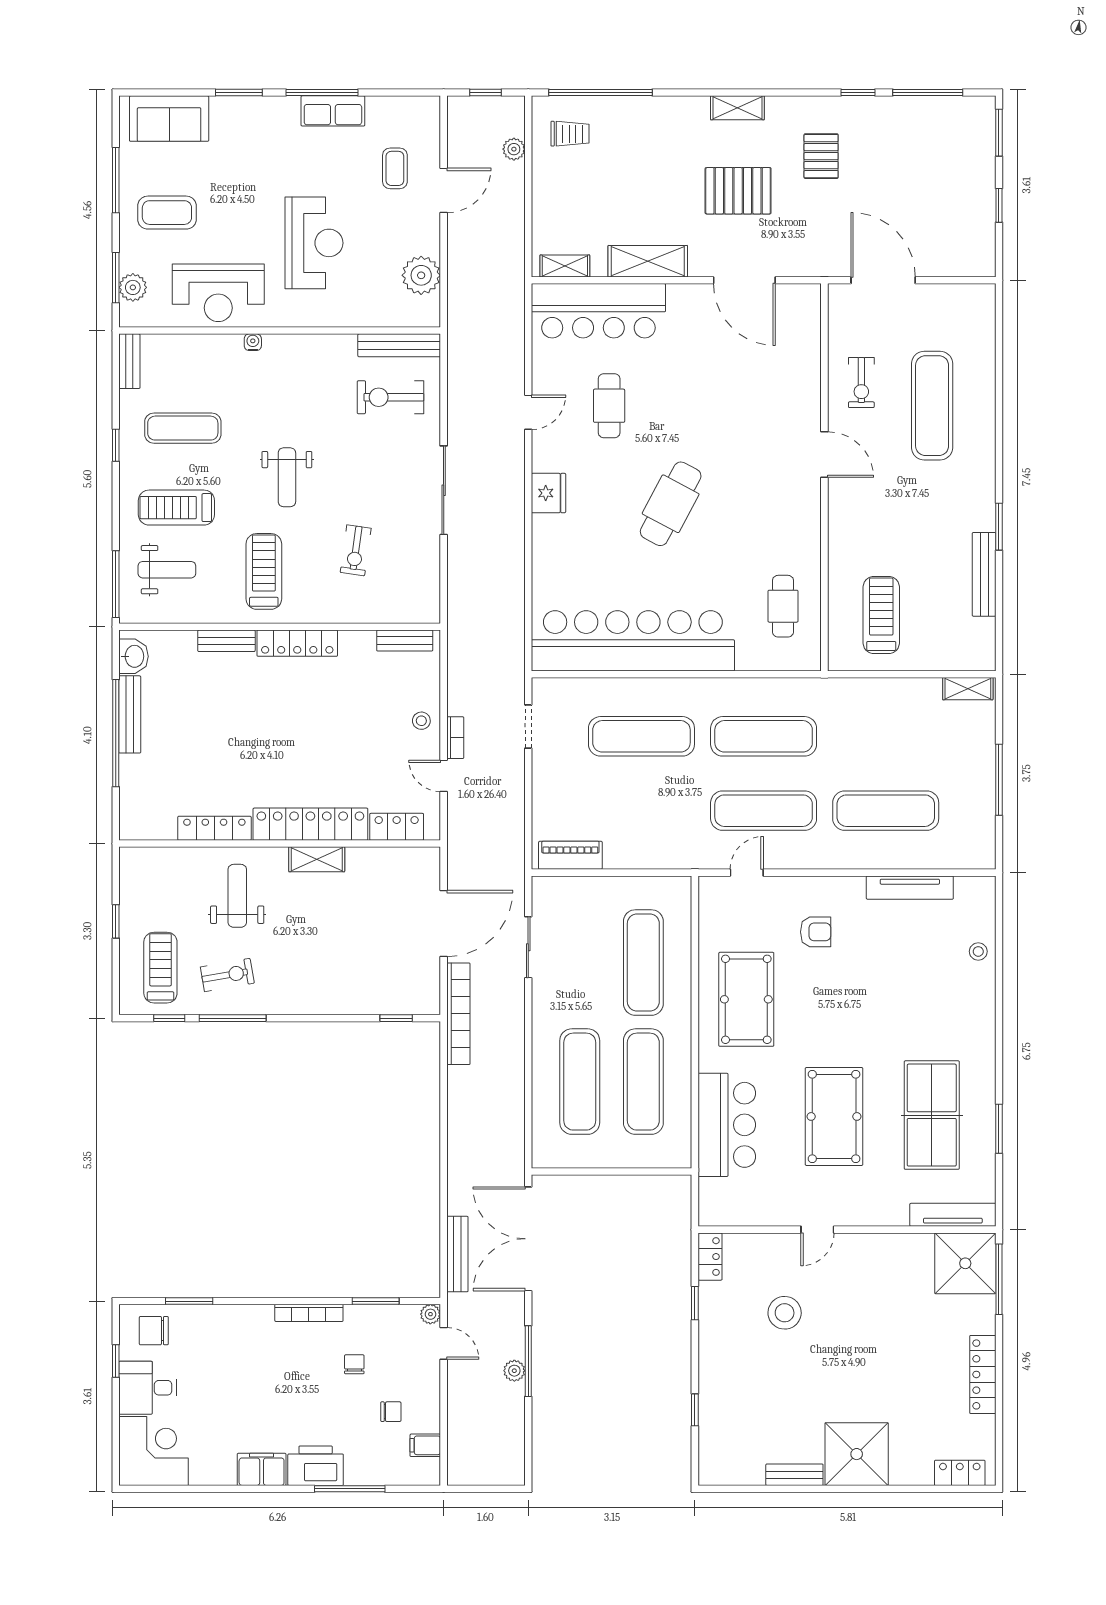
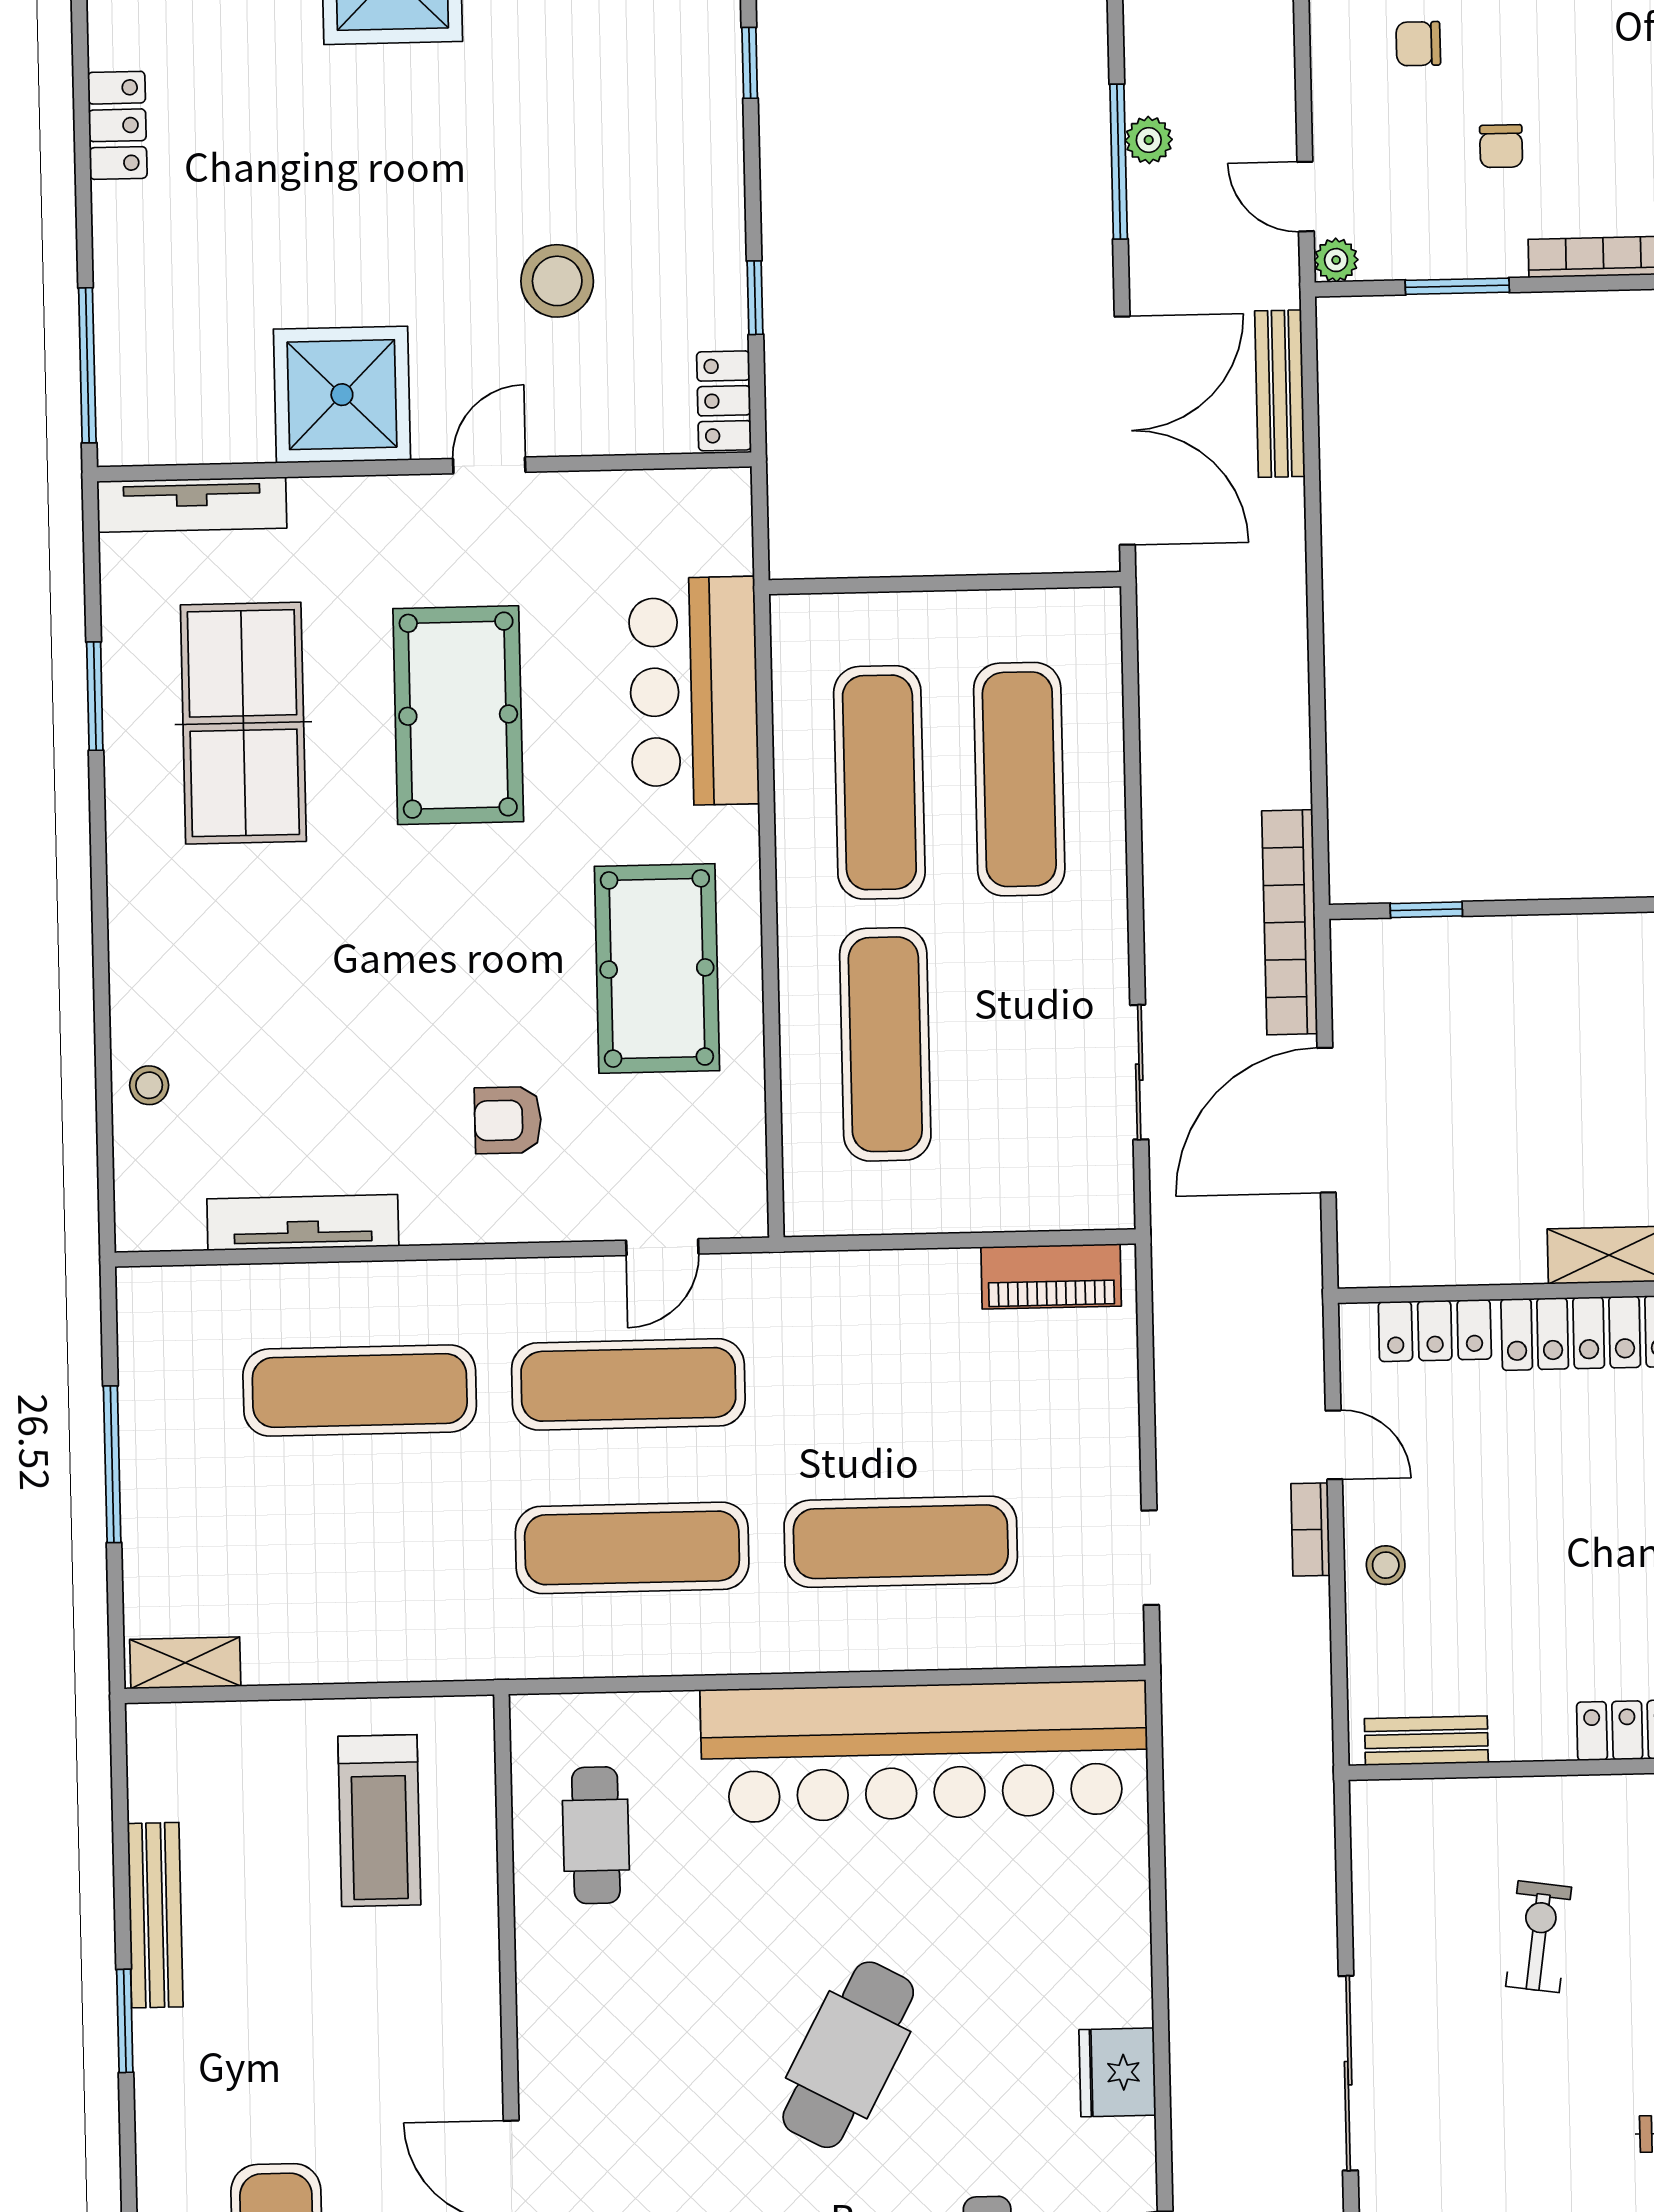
shower: (965, 1263) -> (342, 395), moved
locker: (983, 1374) -> (117, 125), width x0.66

